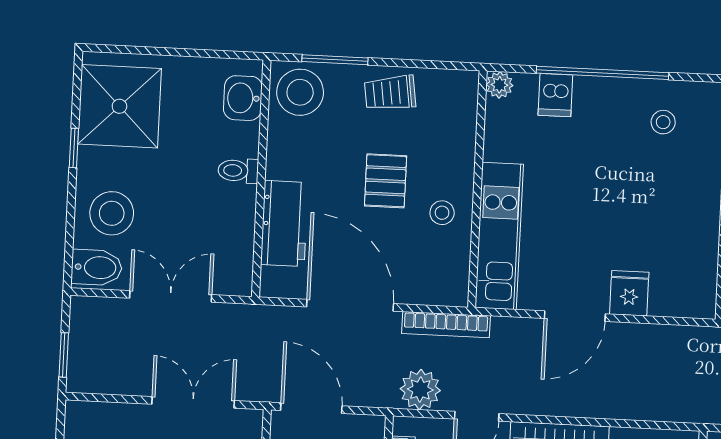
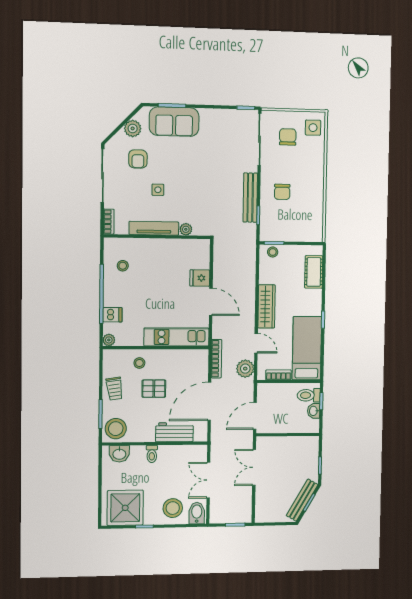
stool: (442, 213) -> (139, 363), moved

